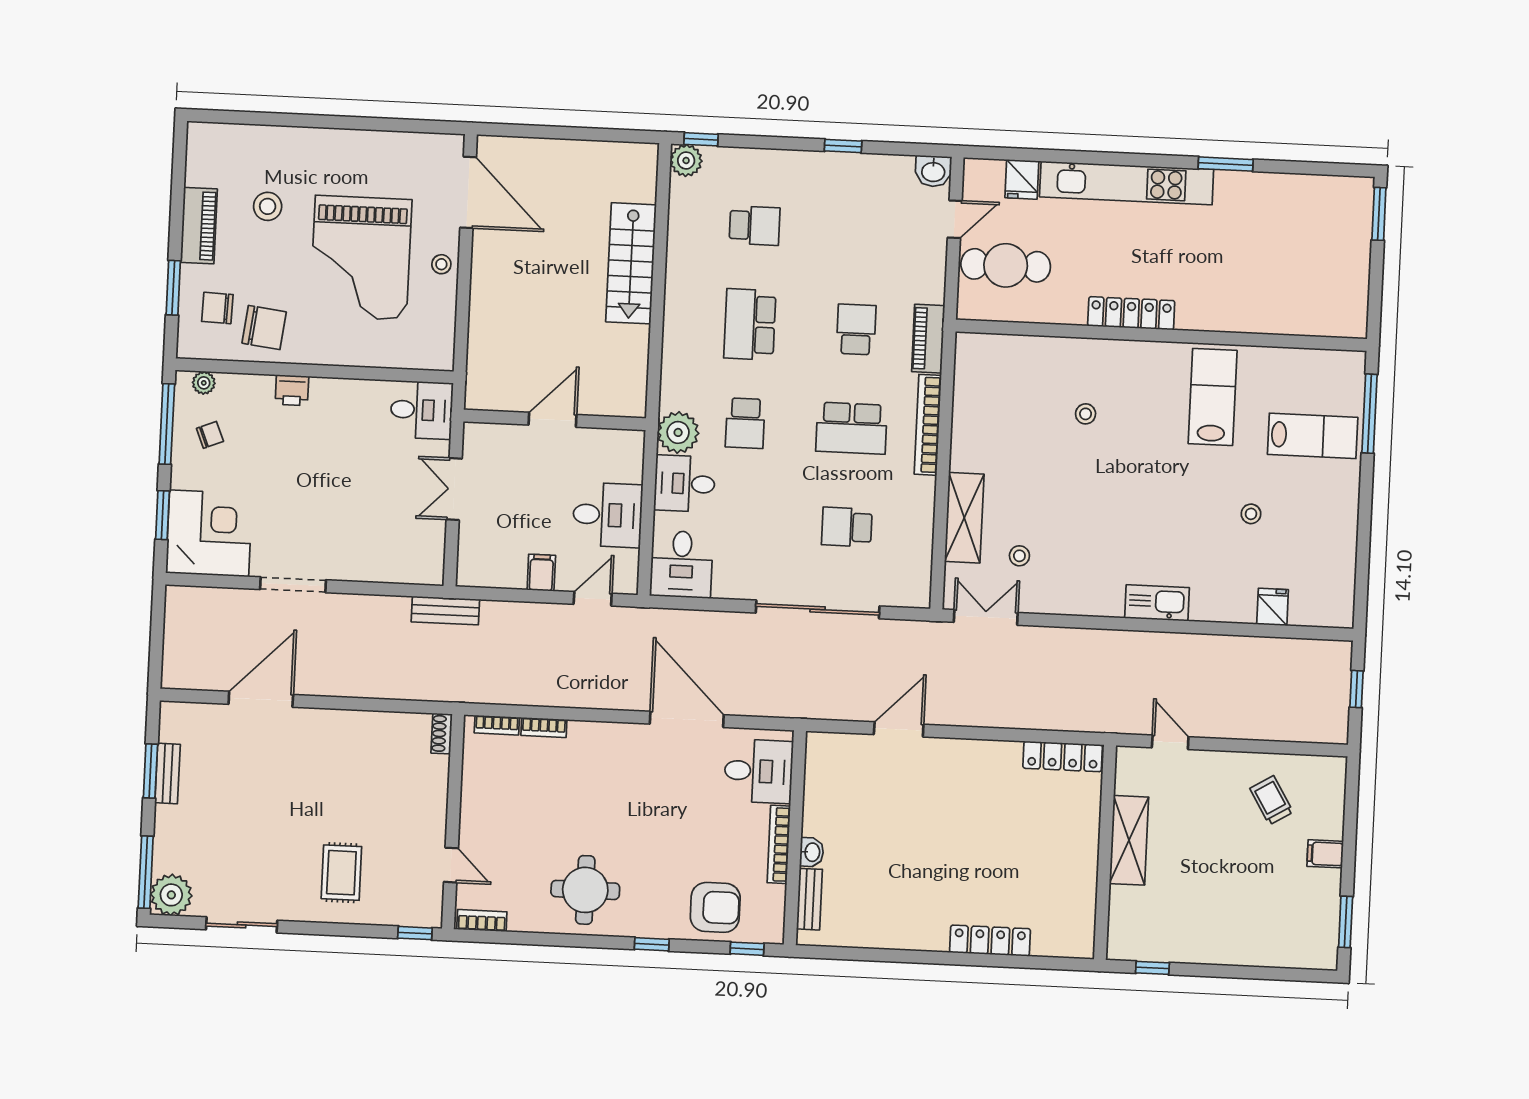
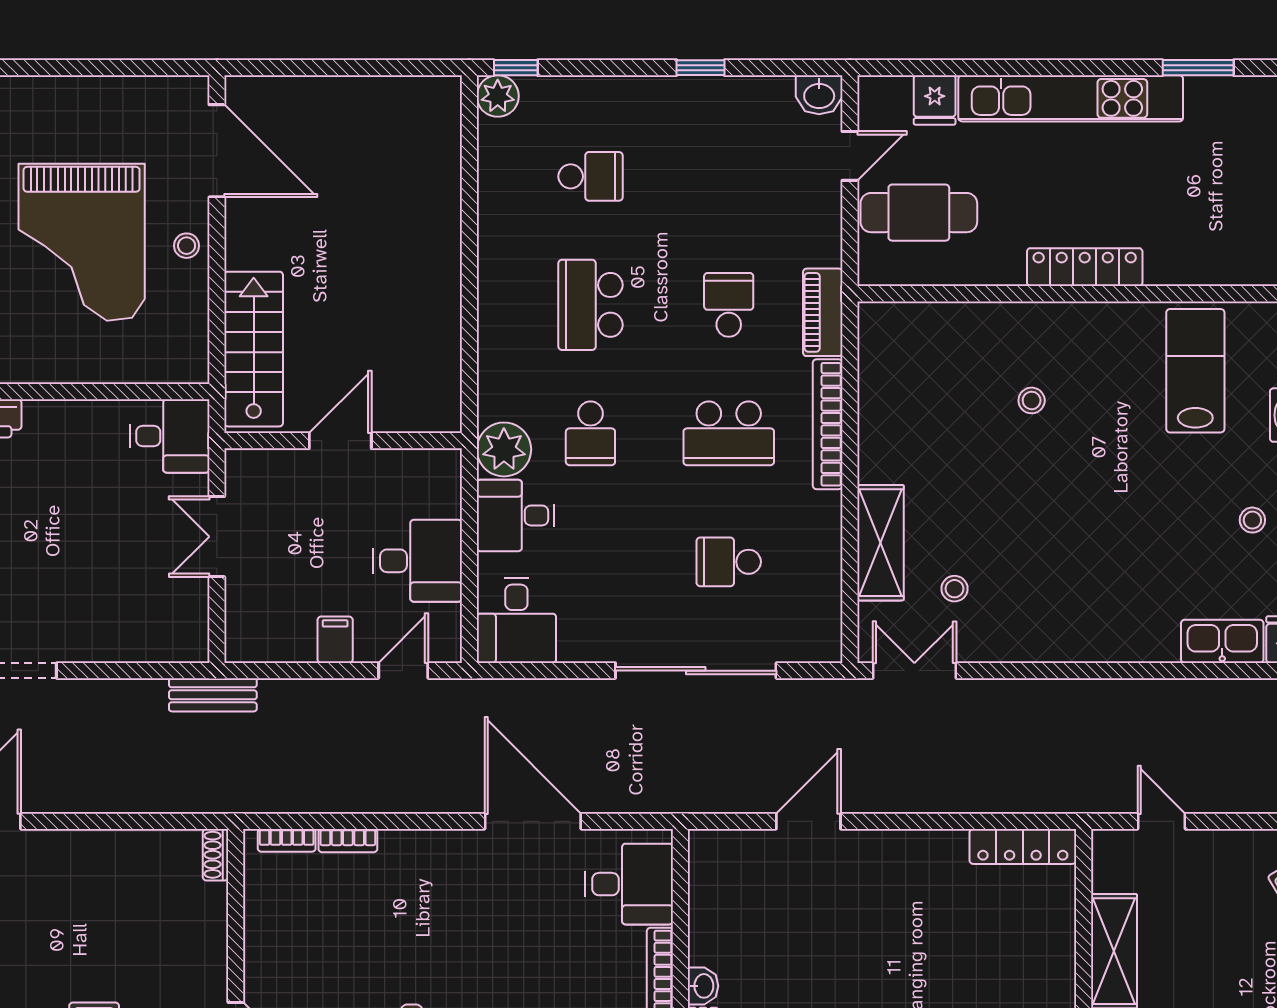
stairs: (631, 263) -> (254, 349), moved, turned 180
kitchen sink: (1157, 603) -> (1222, 641), moved

